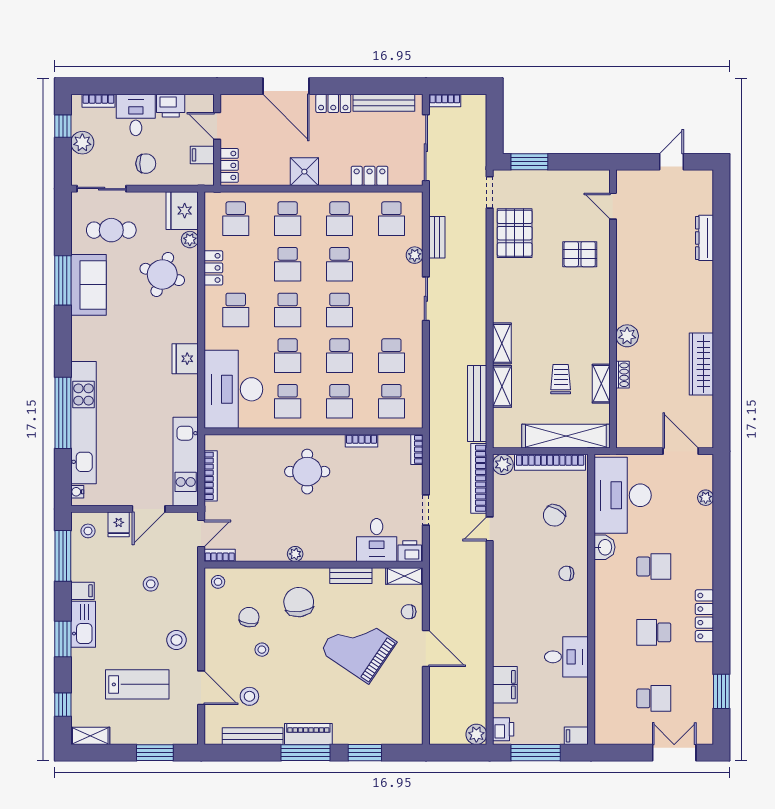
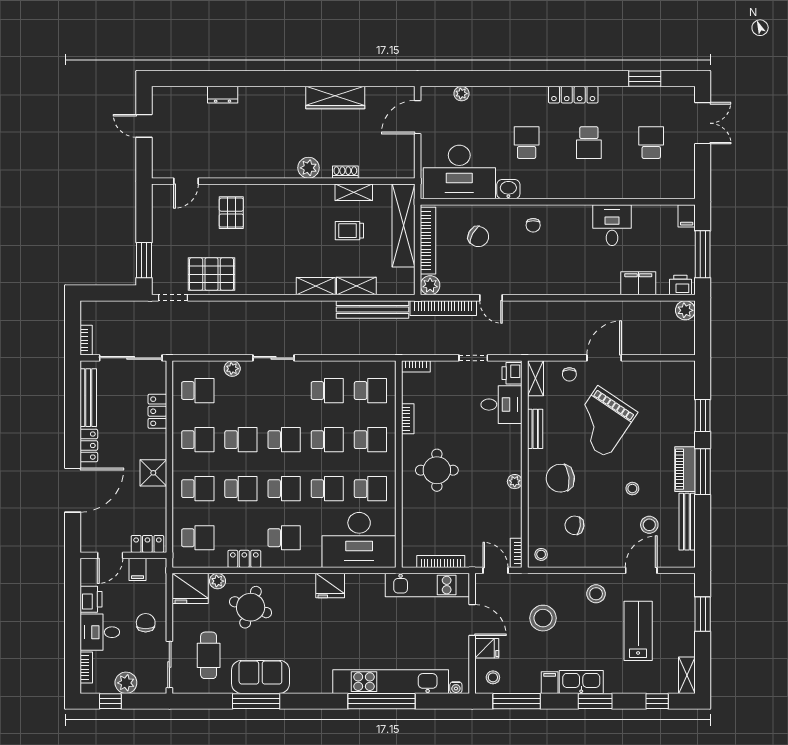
bench: (437, 237) -> (215, 348), removed
dresser: (705, 238) -> (223, 95), width x0.70
stool: (151, 584) -> (543, 618), width x1.89, depth x1.89
stool: (262, 650) -> (632, 489), moved
double door: (674, 753) -> (703, 123), swing flipped

